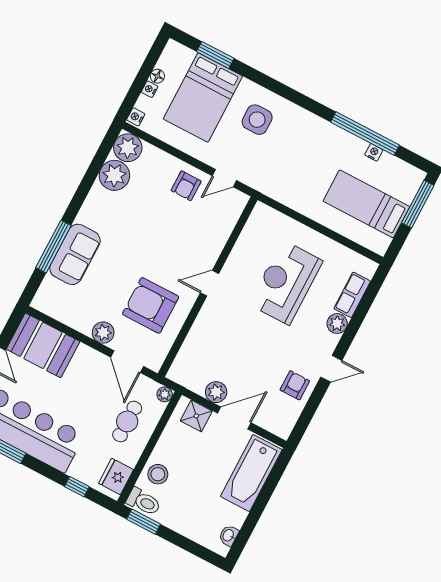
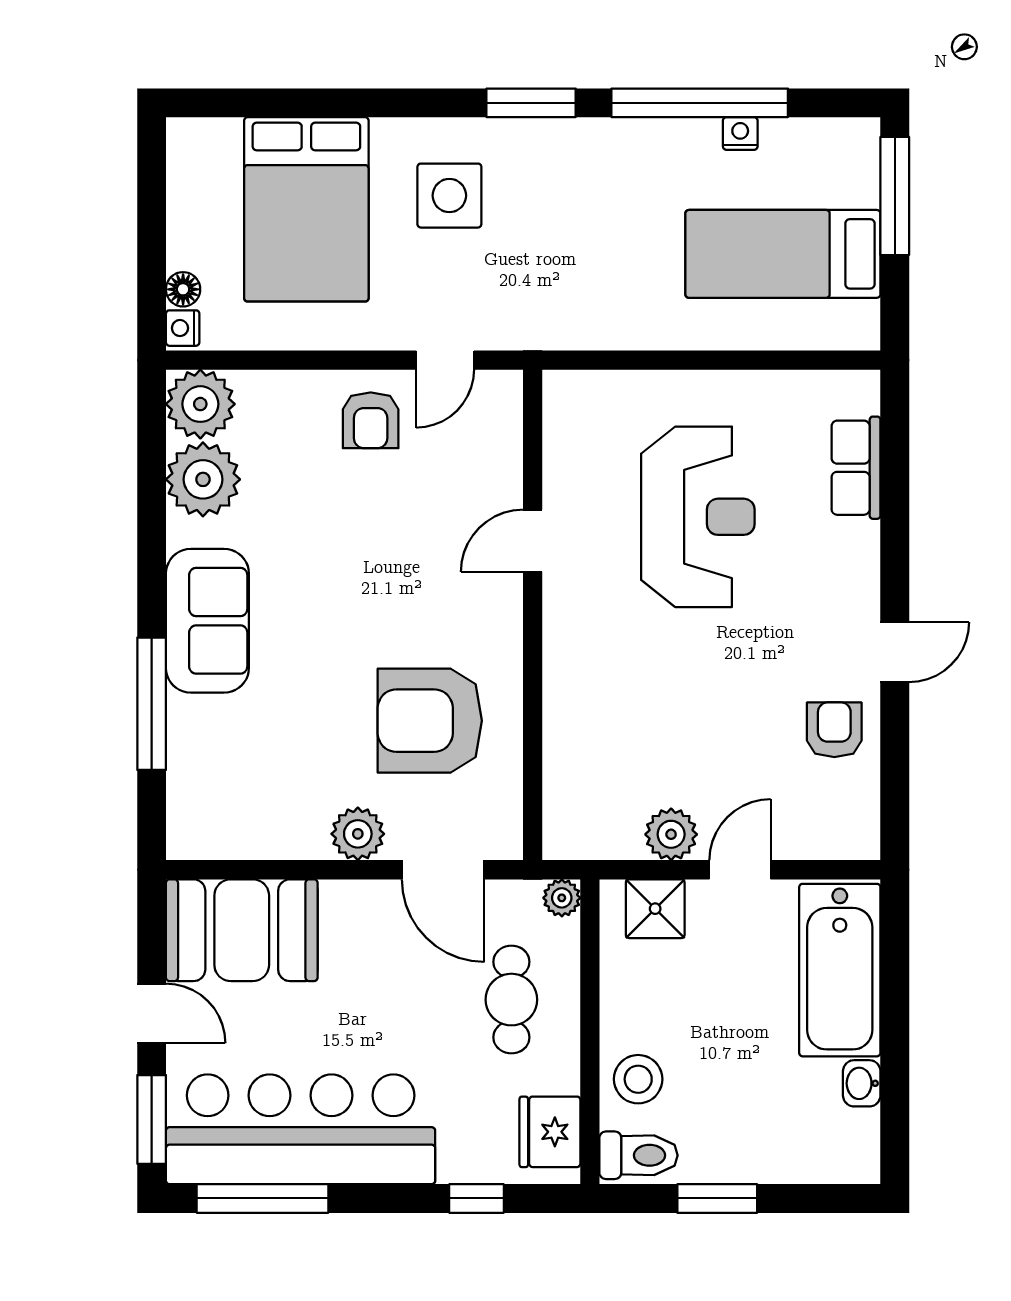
window: (215, 55) -> (531, 103), moved
floor lamp: (157, 76) -> (183, 289), moved
nightstand: (150, 89) -> (181, 252), removed
sofa: (75, 254) -> (207, 621), moved
door: (210, 283) -> (533, 541), moved
reception desk: (286, 283) -> (698, 517), turned 180
plant: (337, 324) -> (856, 547), removed
door: (234, 418) -> (740, 870), width x0.73
window: (144, 522) -> (717, 1198), moved
washbasin: (229, 535) -> (862, 1083), moved

